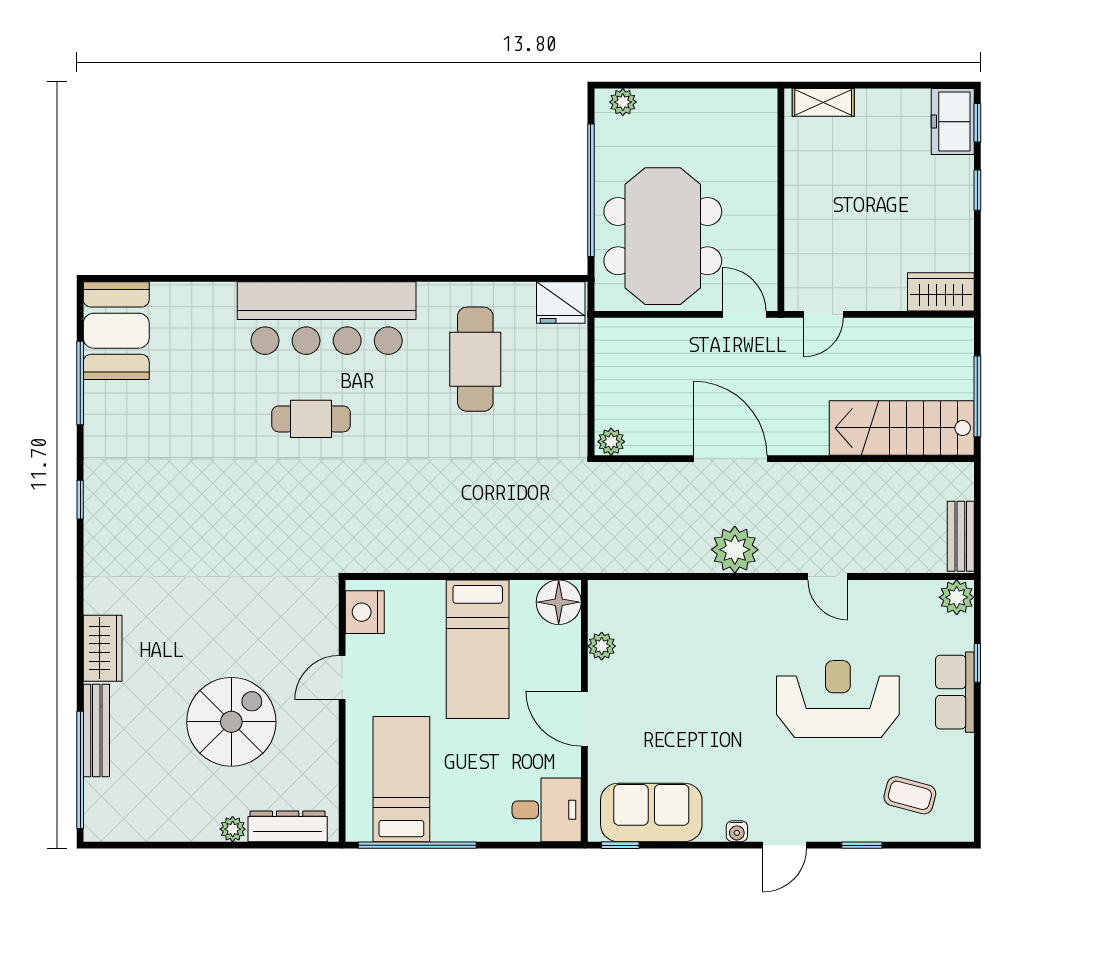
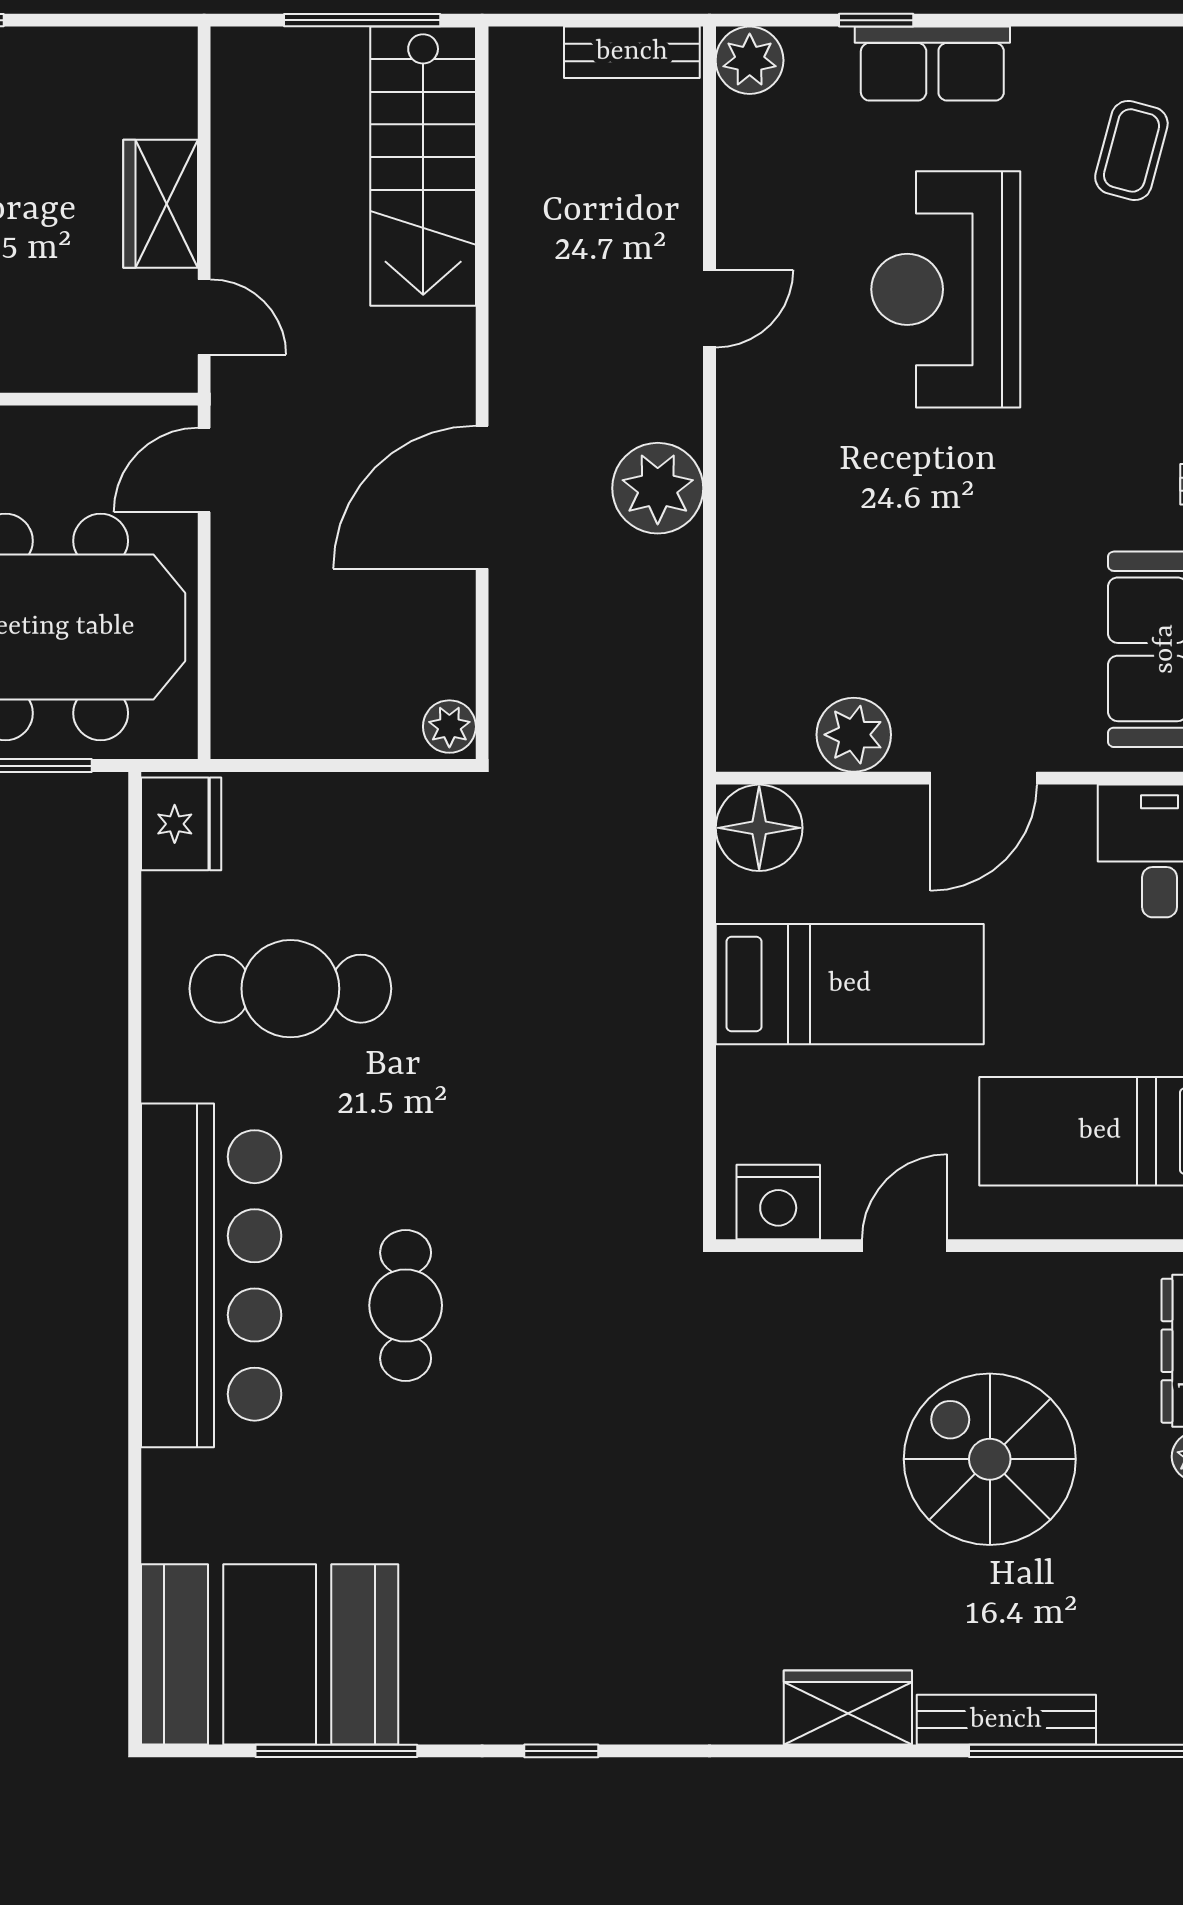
wardrobe: (941, 292) -> (161, 204), moved
booth: (116, 331) -> (270, 1654), width x1.36, depth x1.42
plant: (602, 646) -> (854, 735), width x1.38, depth x1.38
door: (342, 678) -> (905, 1246), swing flipped

